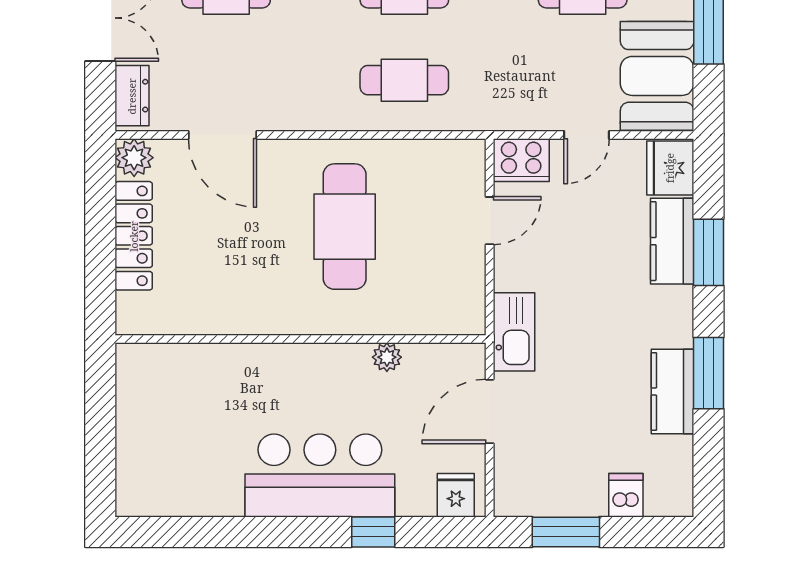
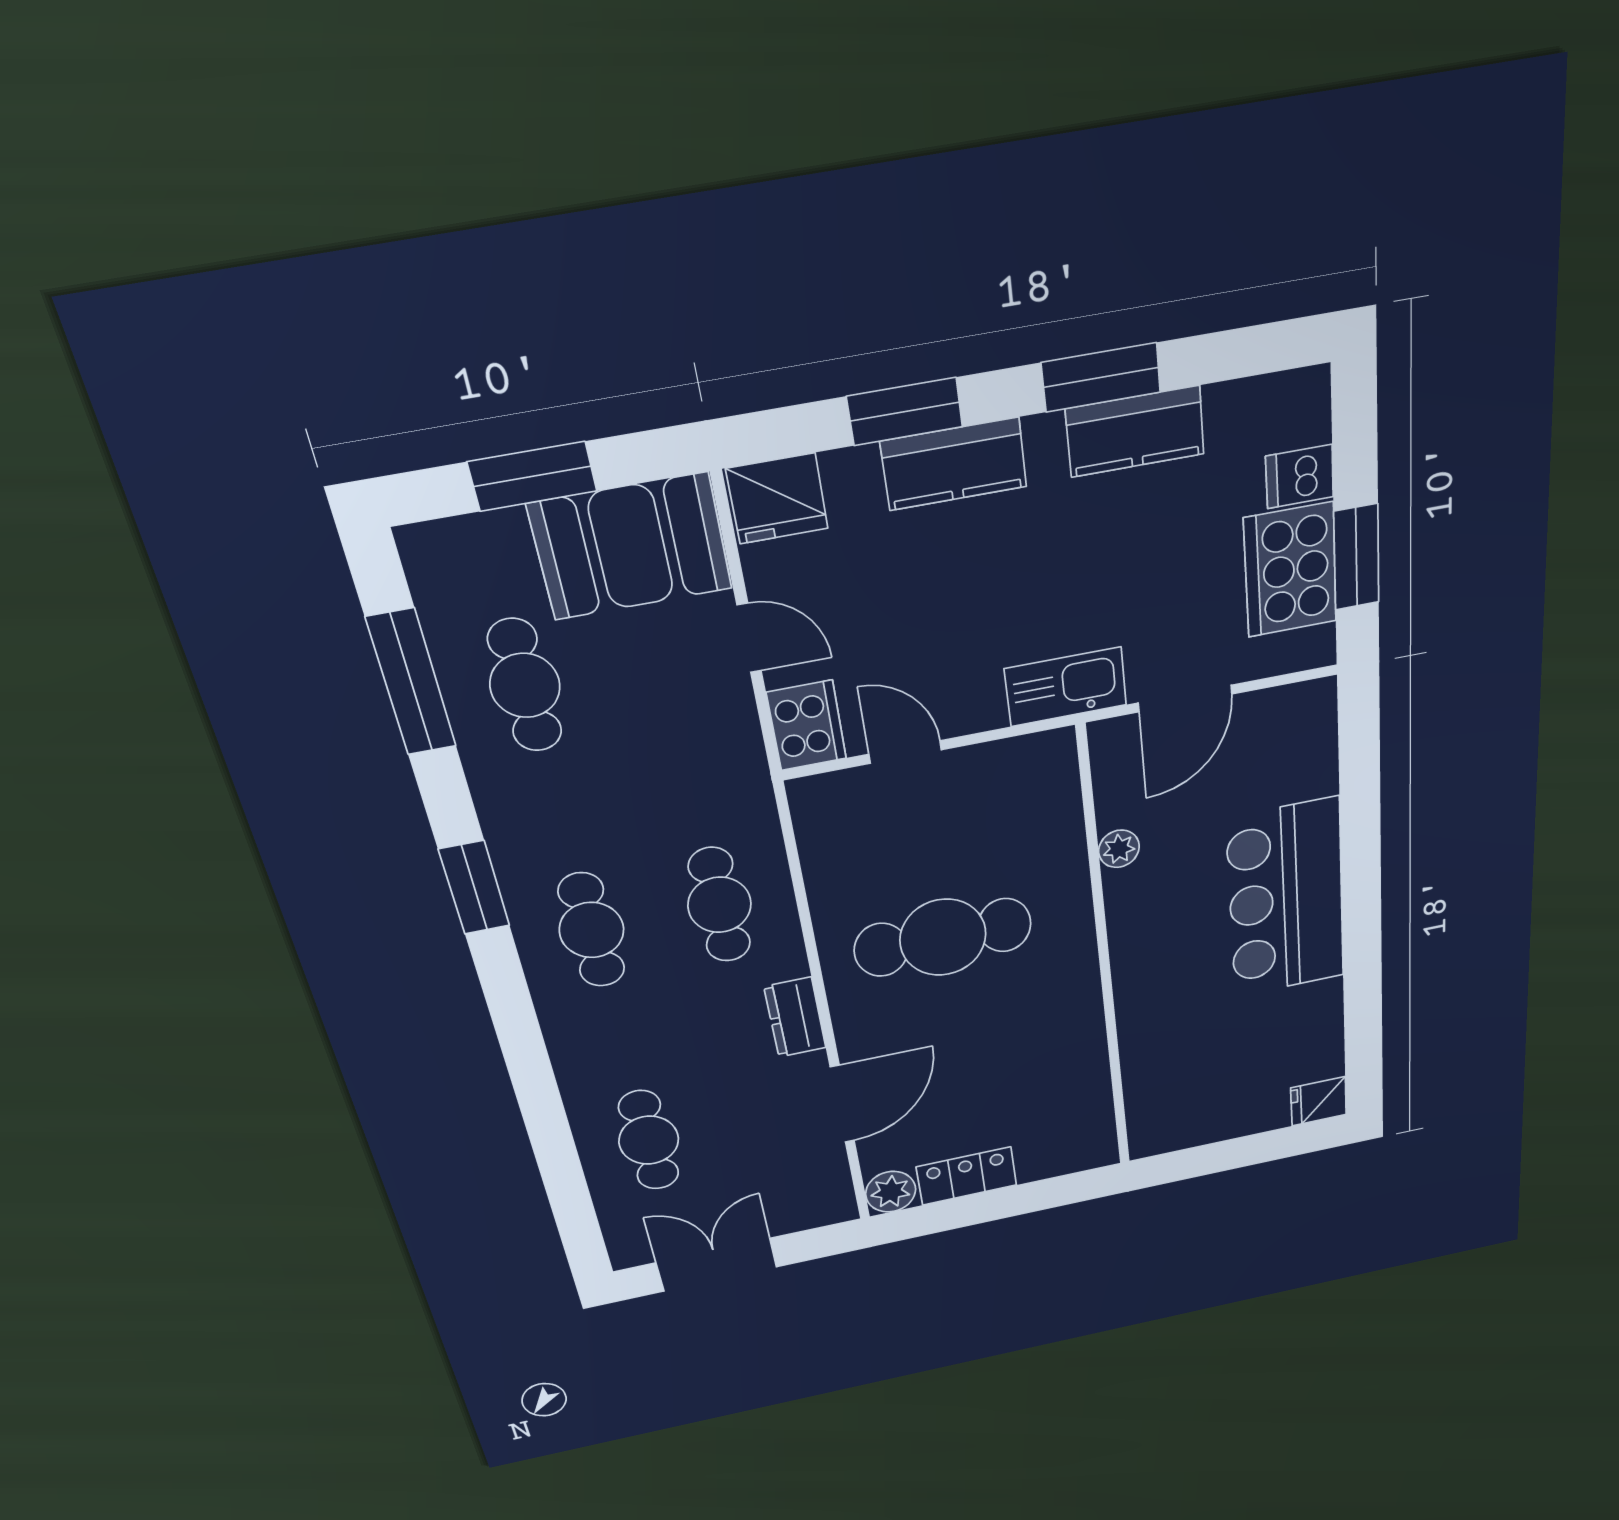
dresser: (132, 96) -> (795, 1017), moved, turned -90
locker: (134, 236) -> (967, 1176), width x0.66
kitchen counter: (672, 241) -> (954, 464), moved
door: (490, 411) -> (1185, 698), hinge flipped
cooker: (565, 487) -> (1290, 570), added
fridge: (456, 495) -> (1319, 1101), moved
window: (373, 532) -> (1360, 818), removed

